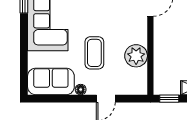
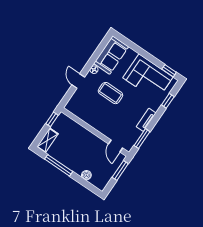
plant: (136, 56) -> (92, 117), removed

